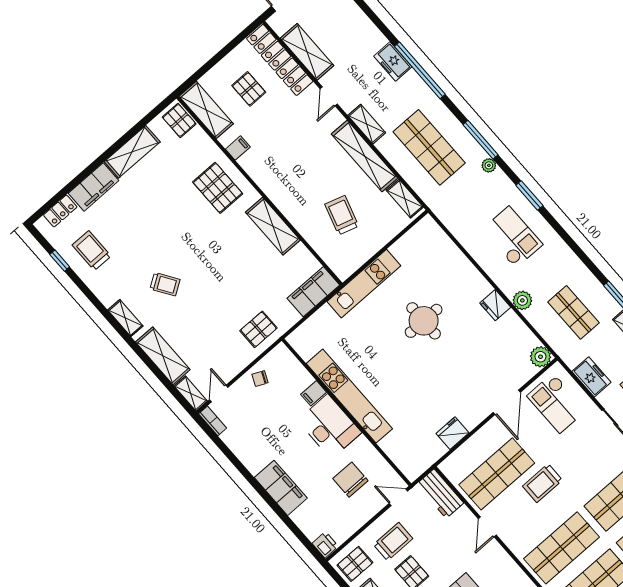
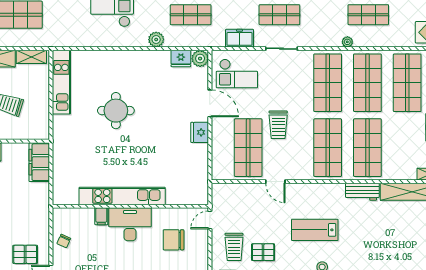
kitchen unit: (364, 284) -> (61, 82), moved
fridge: (495, 305) -> (181, 58), moved
pallet: (259, 329) -> (25, 254), moved, turned 90
fridge: (453, 433) -> (200, 132), moved
workbench: (440, 494) -> (230, 193), removed
trolley: (393, 542) -> (234, 247), turned 180

